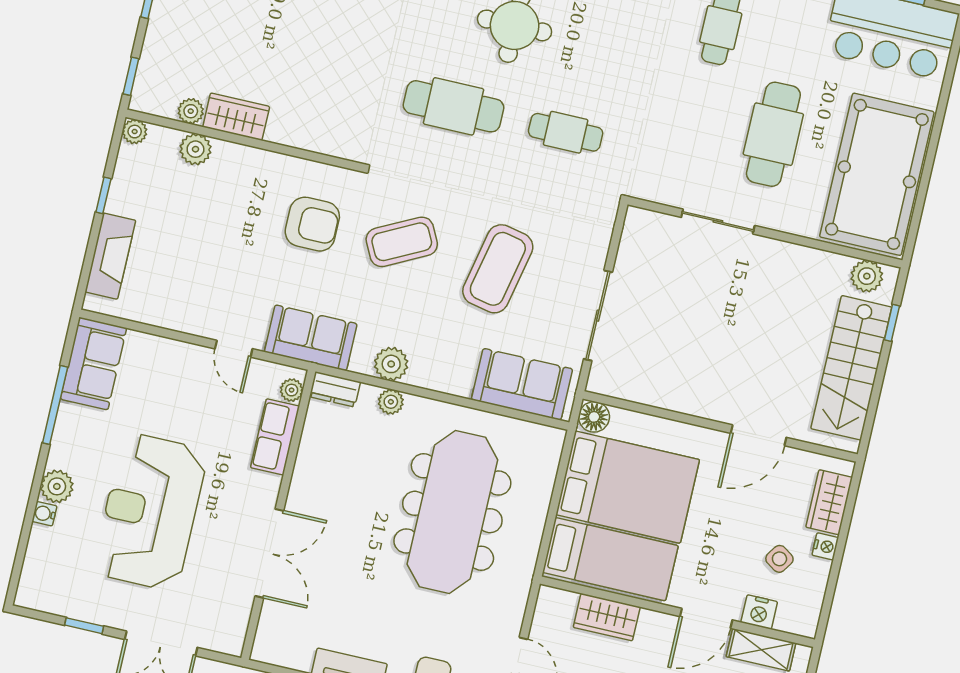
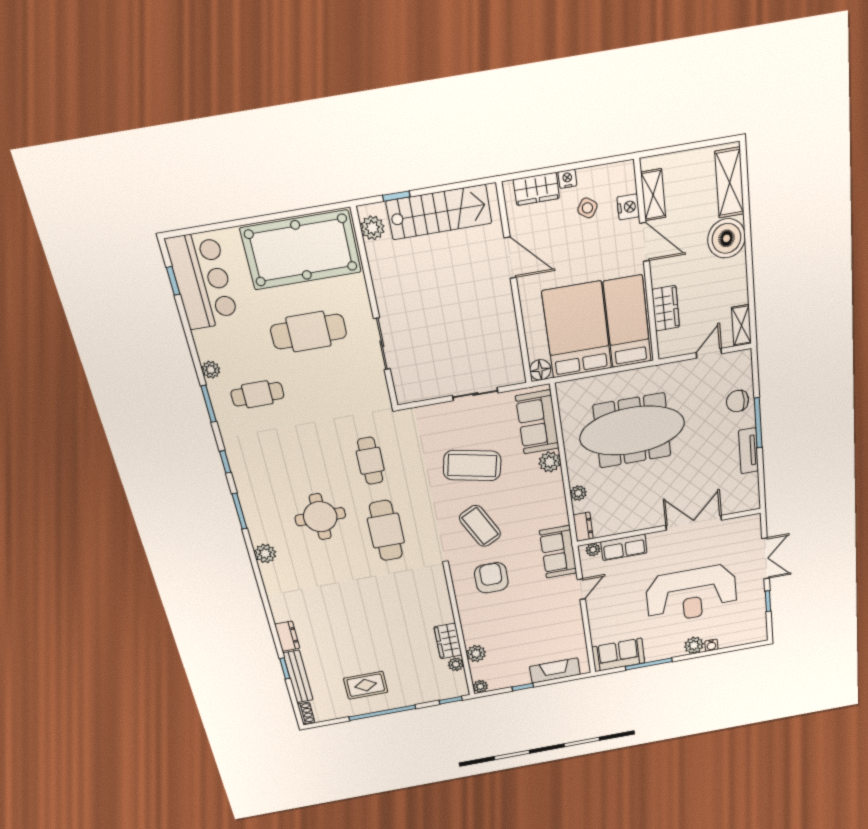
sliding door: (598, 316) -> (475, 394), width x0.73
plant: (391, 364) -> (550, 462), moved

